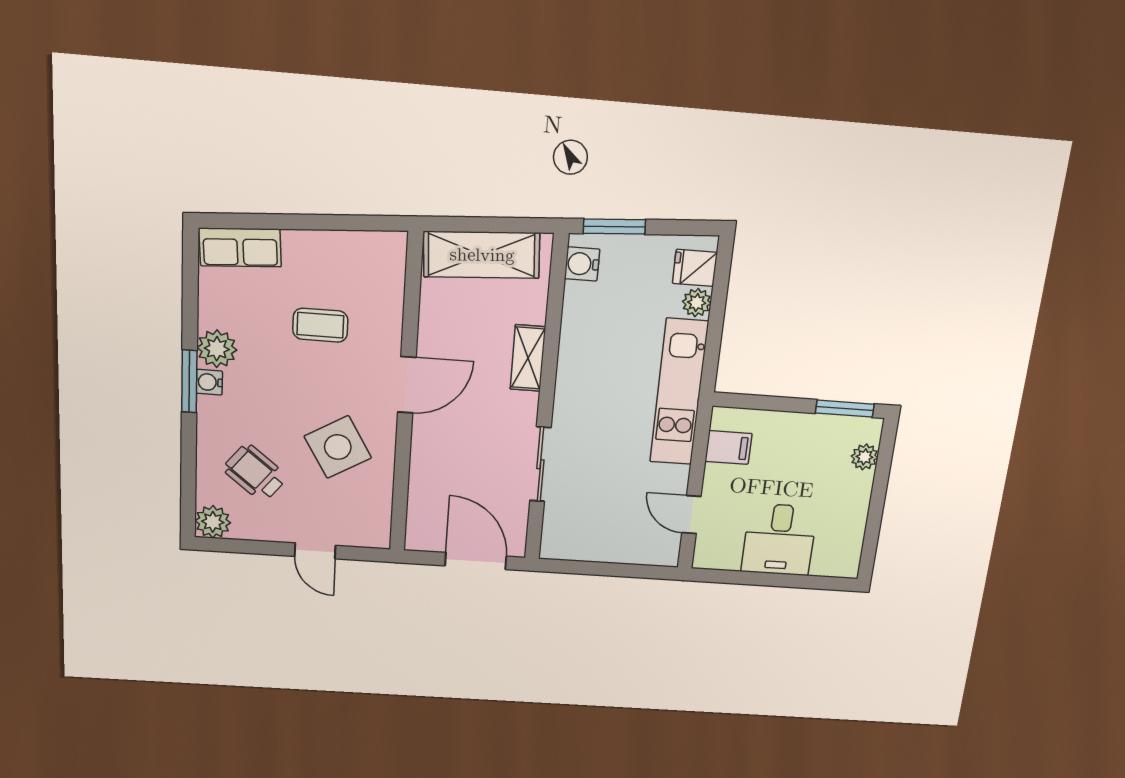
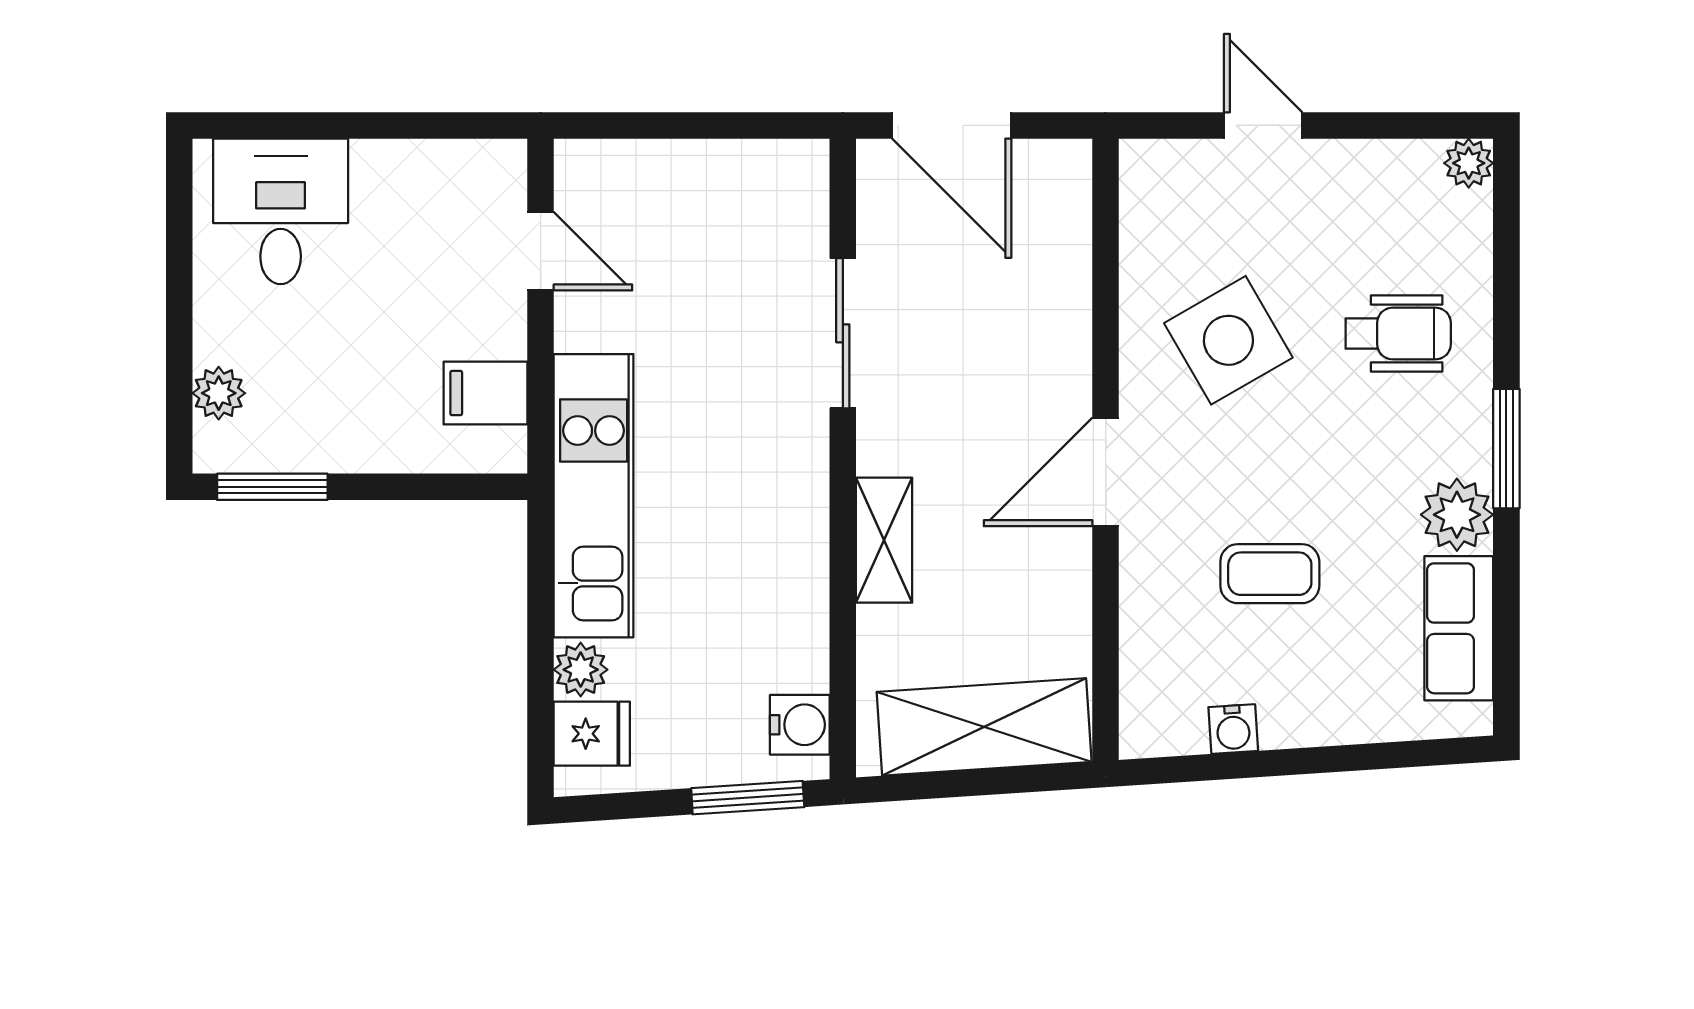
row of seats: (240, 248) -> (1459, 628), moved, turned -86
water cooler: (209, 382) -> (1233, 729), moved, turned 86
wheelchair: (255, 473) -> (1398, 334), moved, turned -39
plant: (213, 522) -> (1469, 163), width x0.73, depth x0.73
desk: (779, 539) -> (281, 211), moved

